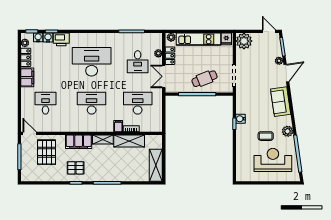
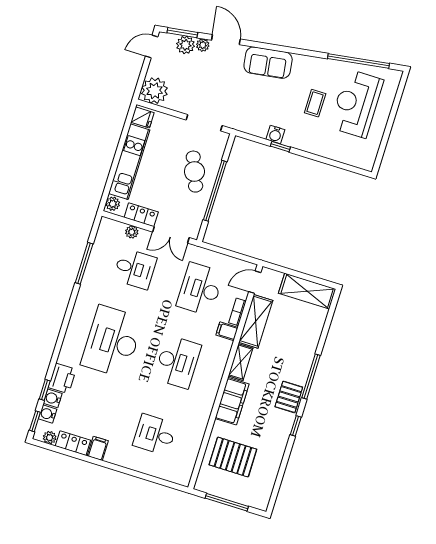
filing cabinet: (27, 77) -> (98, 448), width x0.50
desk: (92, 103) -> (177, 362), turned 180
plant: (288, 131) -> (185, 45), moved
door: (30, 133) -> (255, 282), moved
pallet: (76, 168) -> (289, 397), moved

